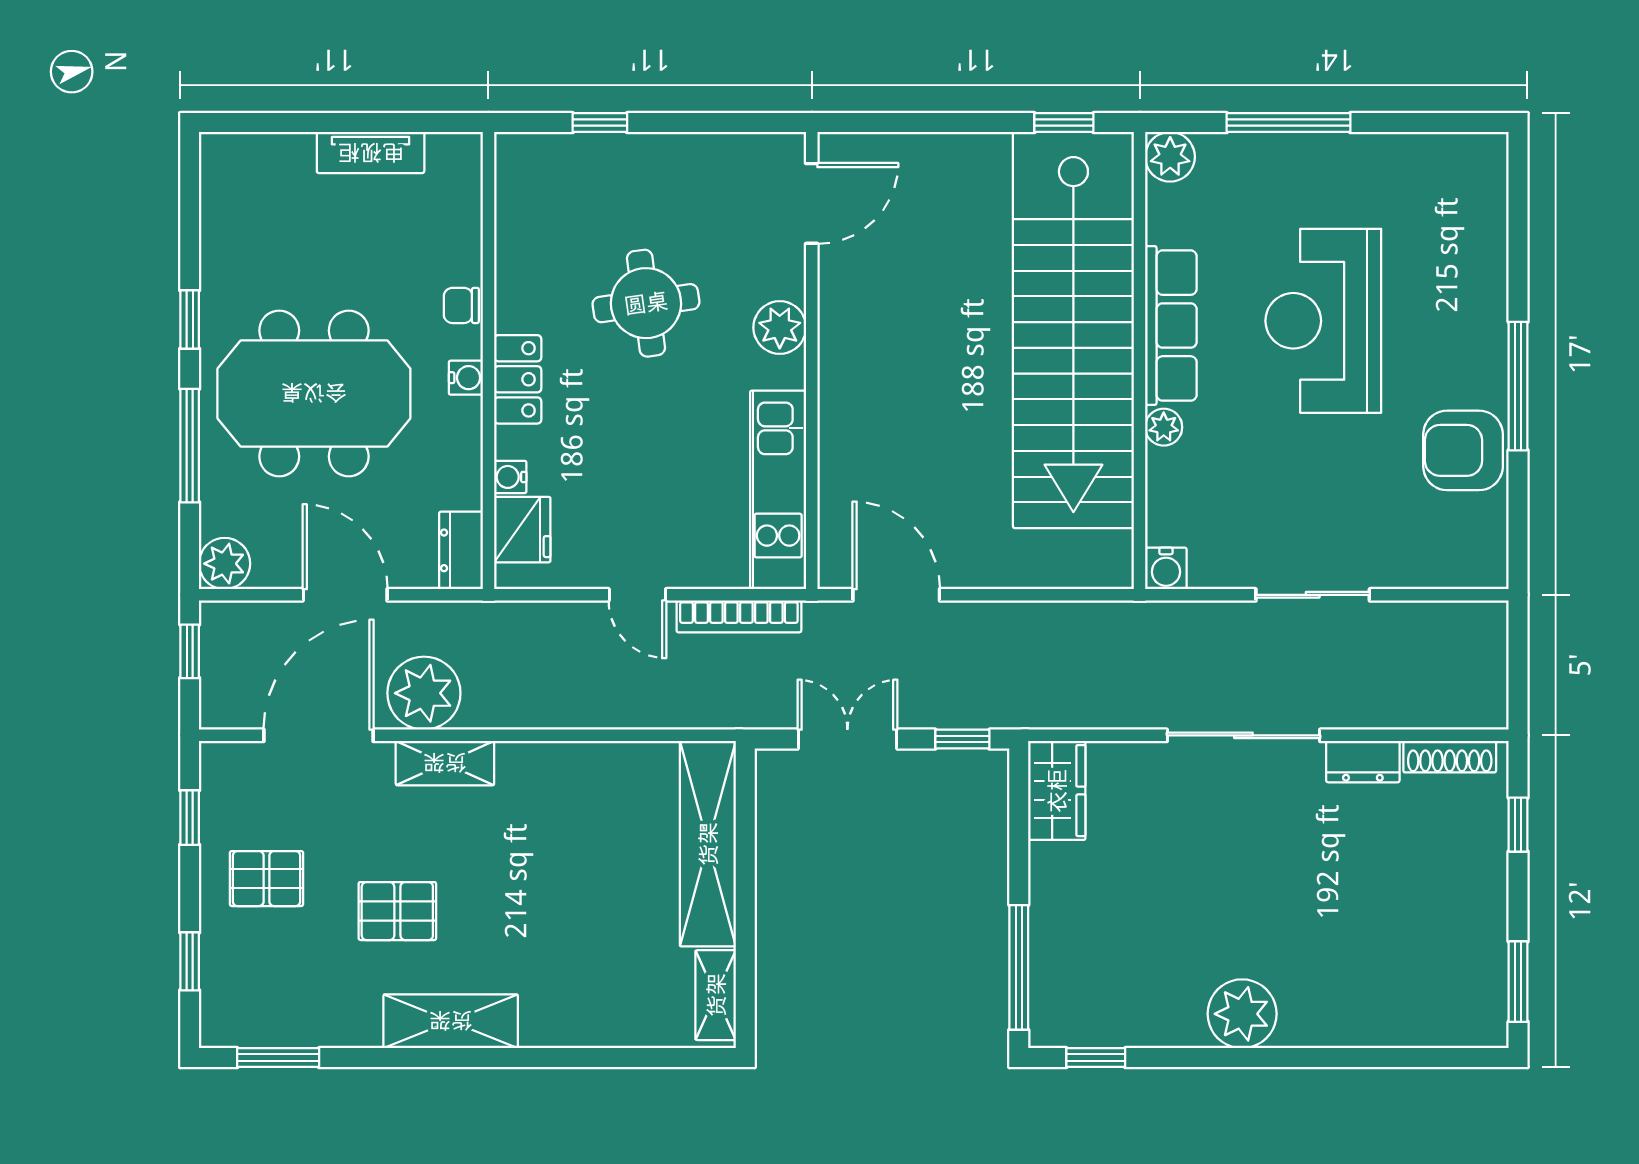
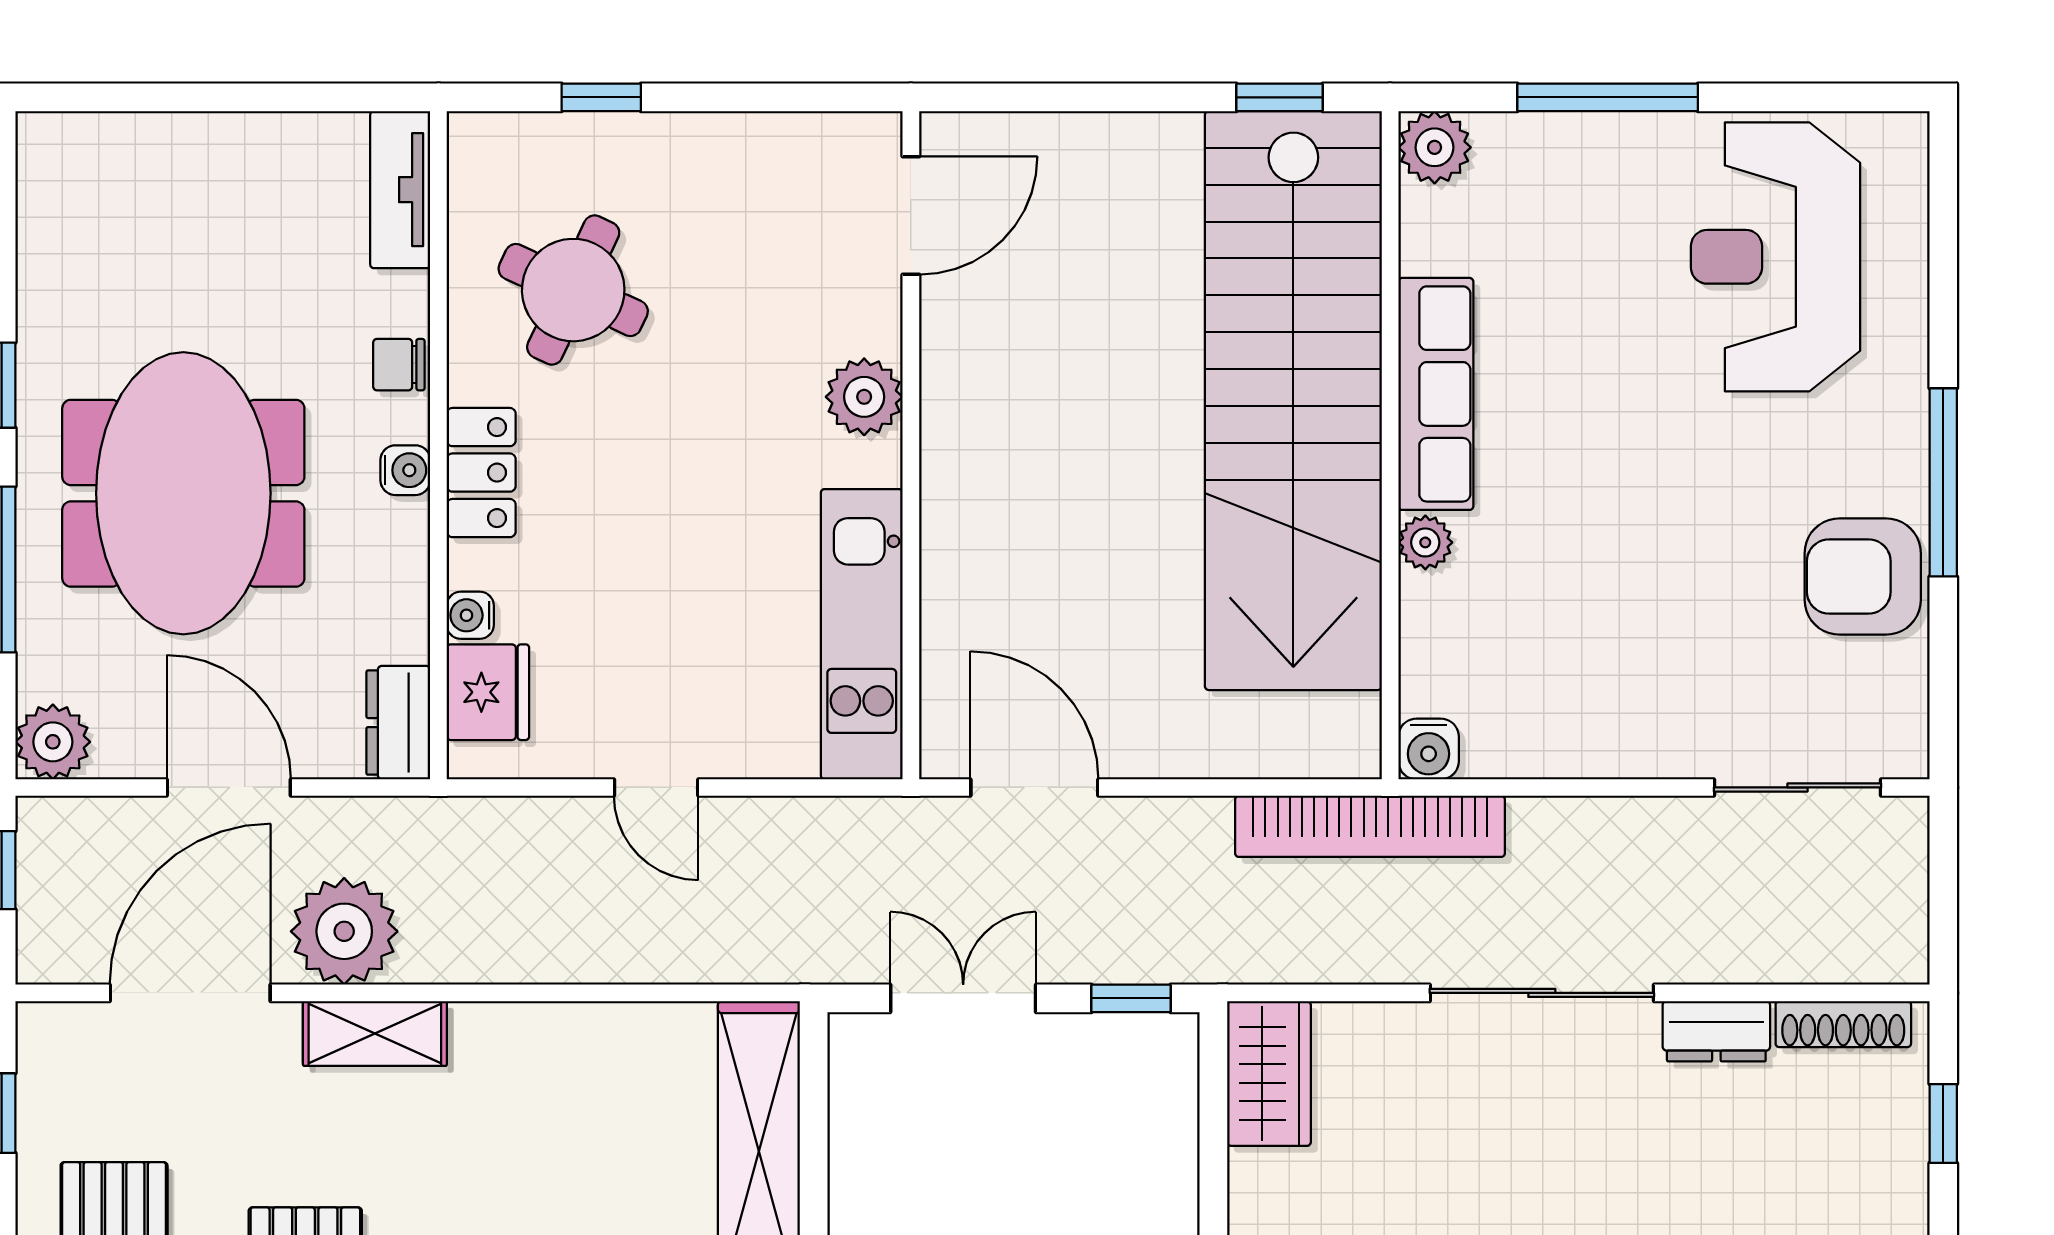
tv unit: (371, 153) -> (400, 190), moved, turned 90
round table: (646, 303) -> (573, 290), moved, turned 33
reception desk: (1323, 321) -> (1776, 257), moved
meeting table: (314, 393) -> (183, 493), turned 90
sliding door: (1313, 595) -> (1798, 787), moved
bookcase: (739, 616) -> (1370, 826), moved, width x1.48, depth x1.31

